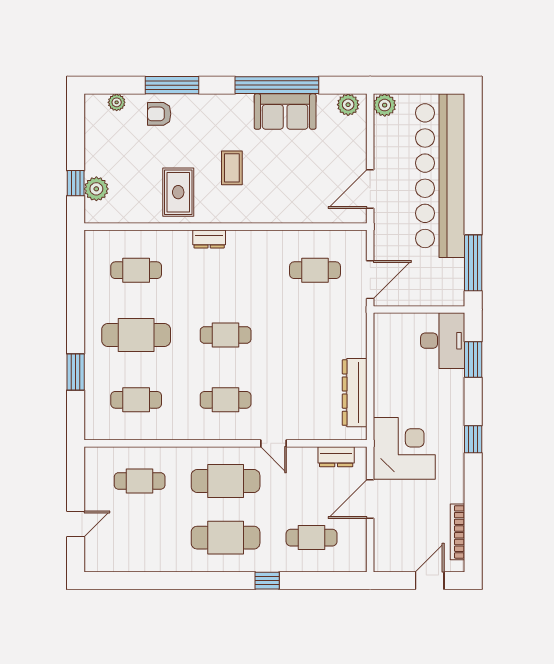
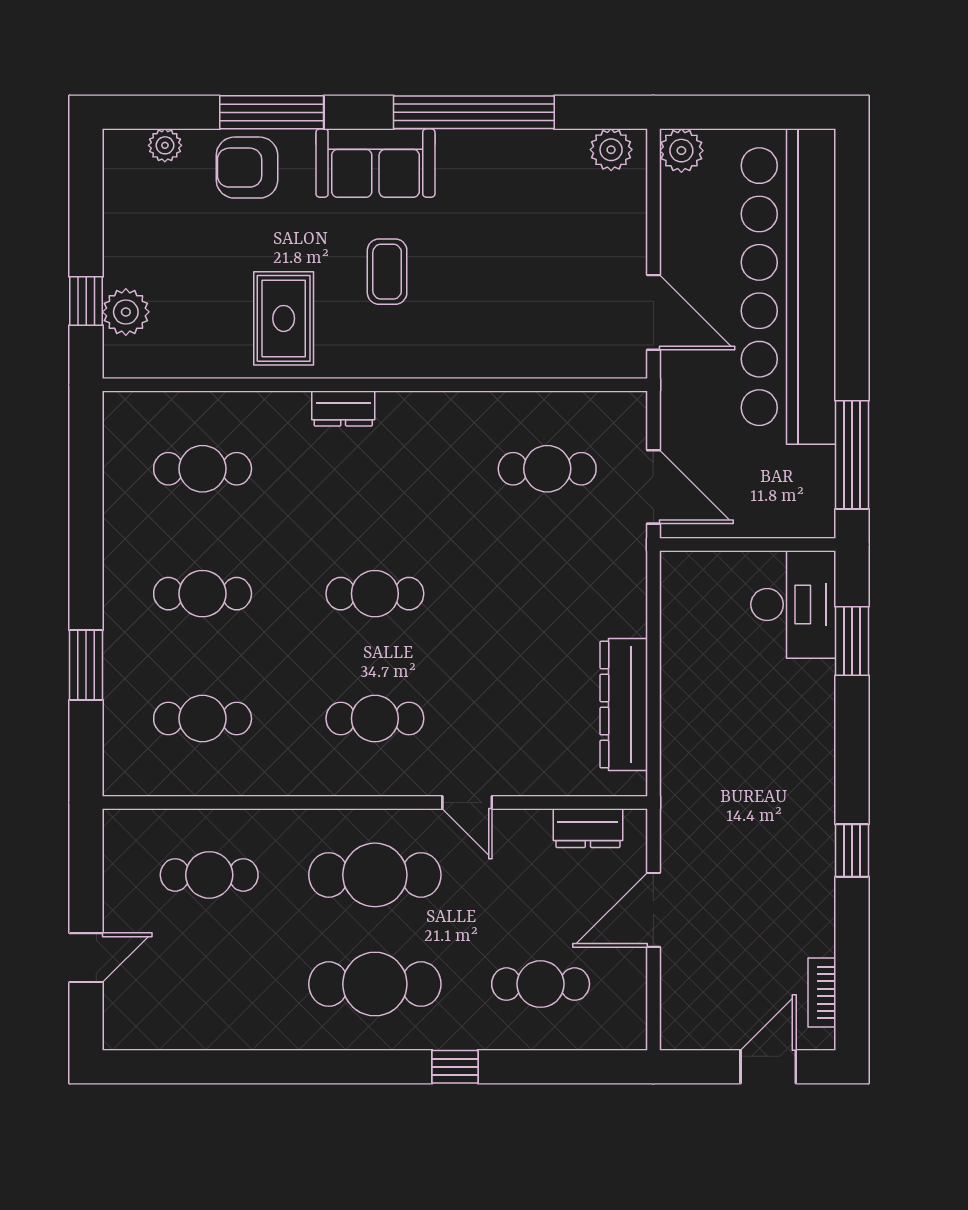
sofa: (285, 112) -> (375, 163), moved
armchair: (159, 114) -> (247, 168), width x1.38, depth x1.38
door: (370, 189) -> (653, 312), swing flipped
door: (370, 280) -> (653, 487), hinge flipped
cafe table: (136, 335) -> (203, 594), width x0.73, depth x0.74
window: (473, 439) -> (852, 850), moved
corner desk: (404, 448) -> (719, 812), removed
bookcase: (458, 532) -> (822, 992), width x0.64

